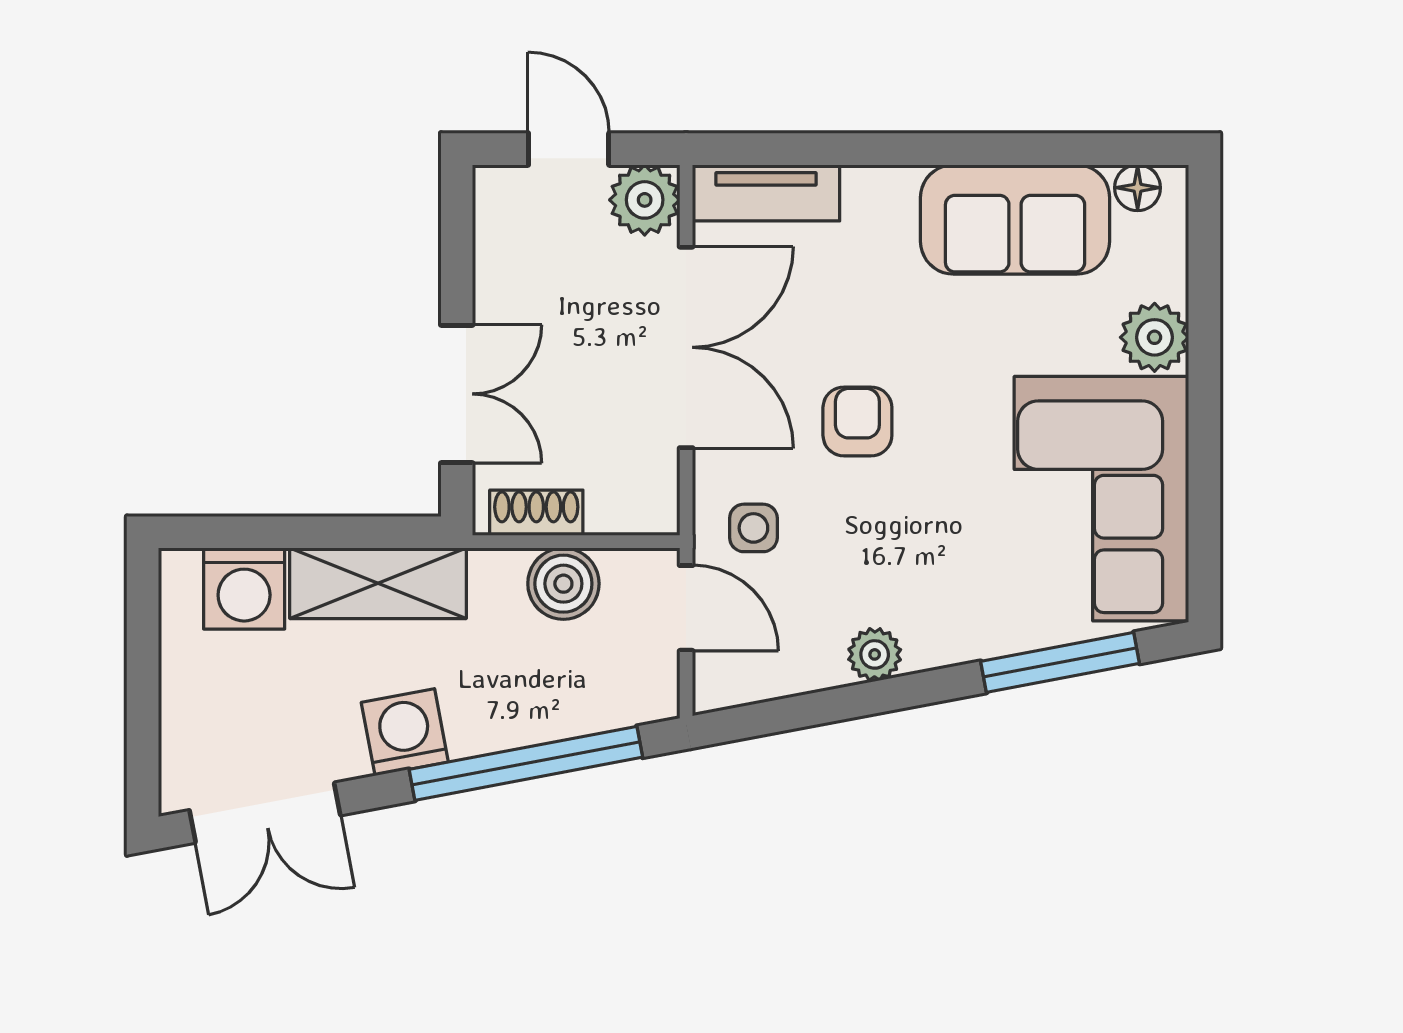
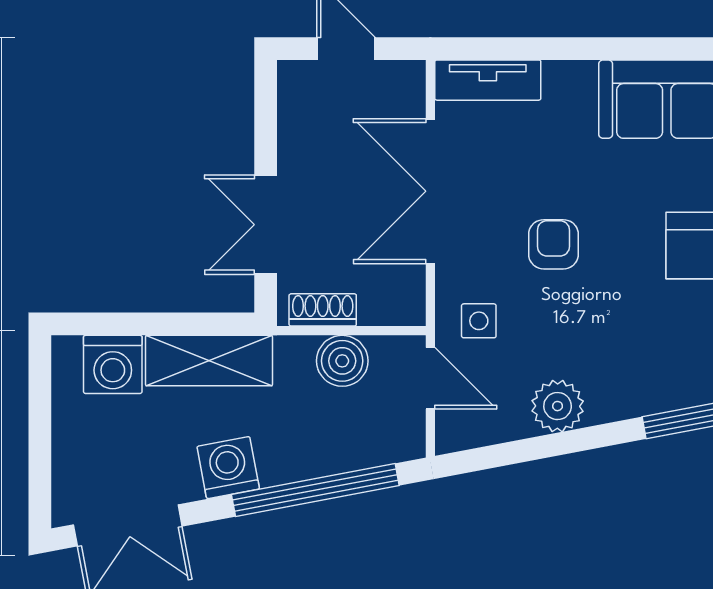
plant: (645, 200) -> (401, 85), removed
double door: (686, 347) -> (430, 191), swing flipped
double door: (457, 394) -> (266, 225), swing flipped
plant: (875, 654) -> (558, 406), width x1.38, depth x1.38

